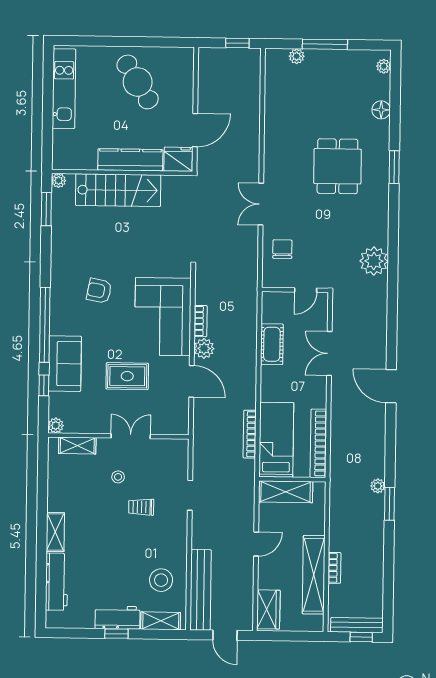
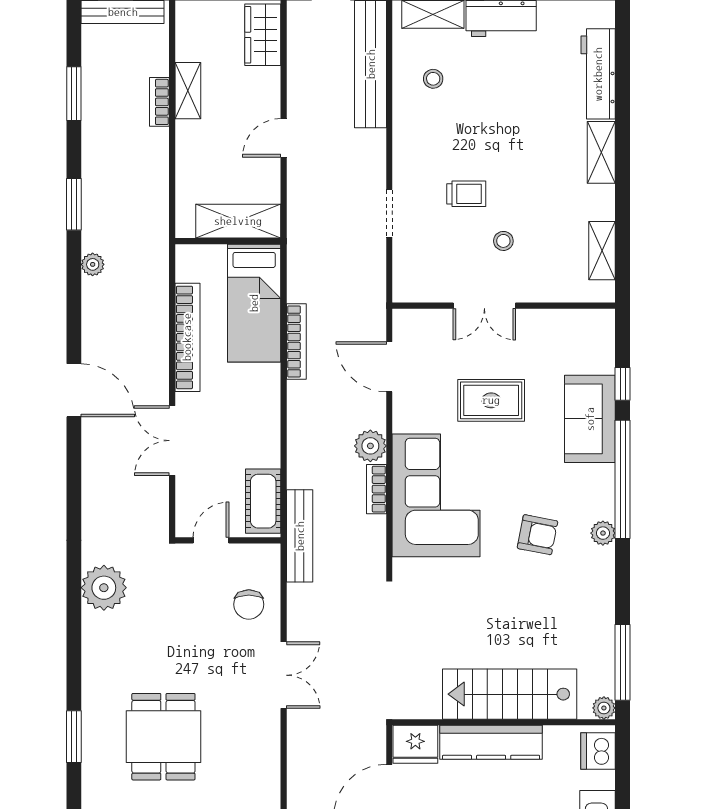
dishwasher: (63, 153) -> (598, 751), added
window: (46, 209) -> (623, 662), width x1.44
bench: (250, 292) -> (300, 536), added
cot: (272, 344) -> (263, 501), moved
double door: (329, 354) -> (172, 441), swing flipped
door: (192, 381) -> (389, 367), moved
plant: (56, 425) -> (603, 533), moved
bookcase: (250, 434) -> (296, 342), moved
bookcase: (318, 443) -> (187, 337), moved
shelving: (77, 446) -> (602, 251), moved, turned 90
plant: (378, 486) -> (93, 264), moved
window: (388, 574) -> (74, 94), added
shelving: (314, 575) -> (188, 91), width x0.45, depth x0.75
stool: (161, 580) -> (433, 79), width x0.53, depth x0.53

